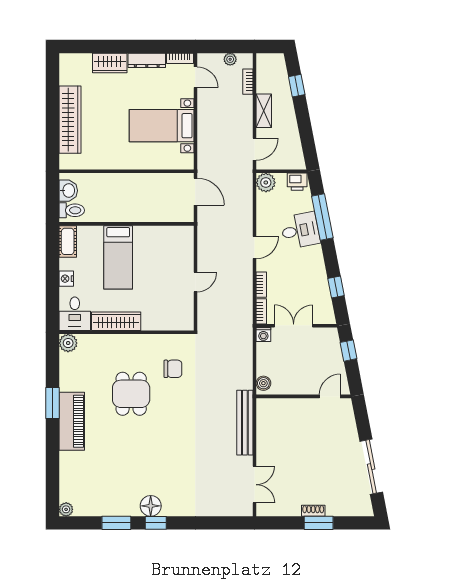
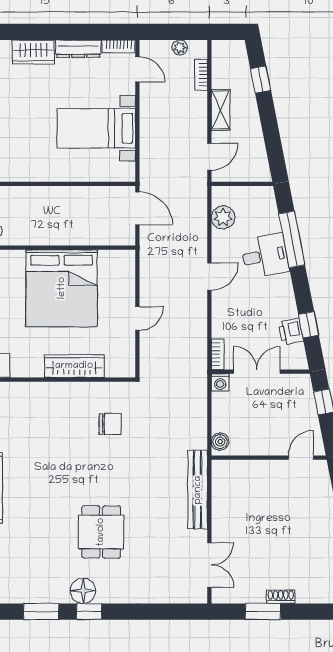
printer: (297, 182) -> (291, 332), moved, turned 79
plant: (266, 183) -> (223, 217), moved
bed: (118, 257) -> (62, 288), width x2.04
bookcase: (261, 285) -> (218, 322), removed
wardrobe: (116, 321) -> (74, 366), moved
dining table: (131, 394) -> (101, 532), moved
window: (319, 523) -> (263, 612), moved

